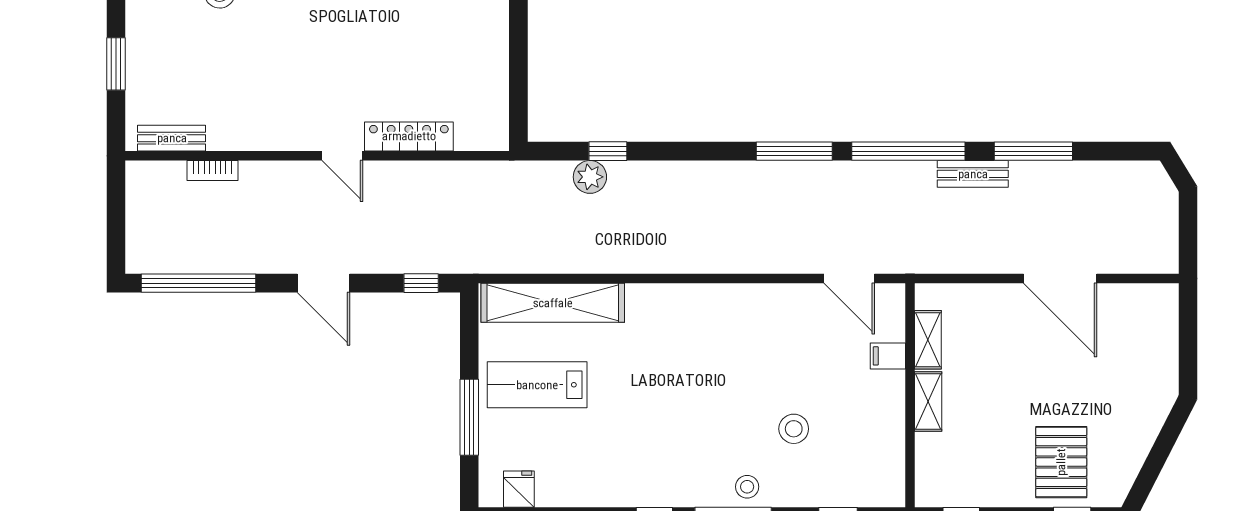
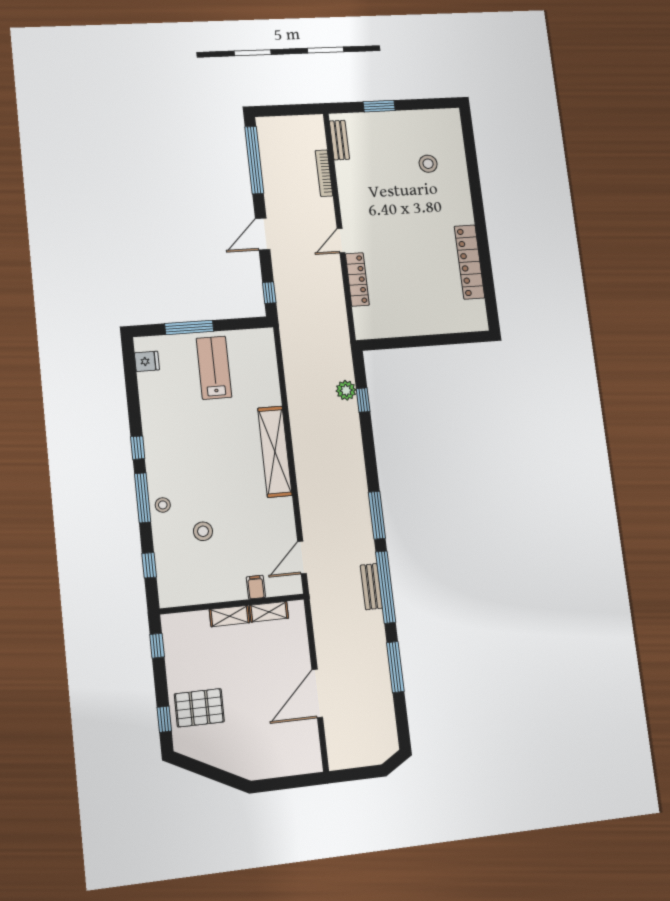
bookcase: (212, 170) -> (324, 173), width x1.56
bench: (973, 174) -> (371, 587), moved
shelving: (553, 303) -> (275, 452), moved

